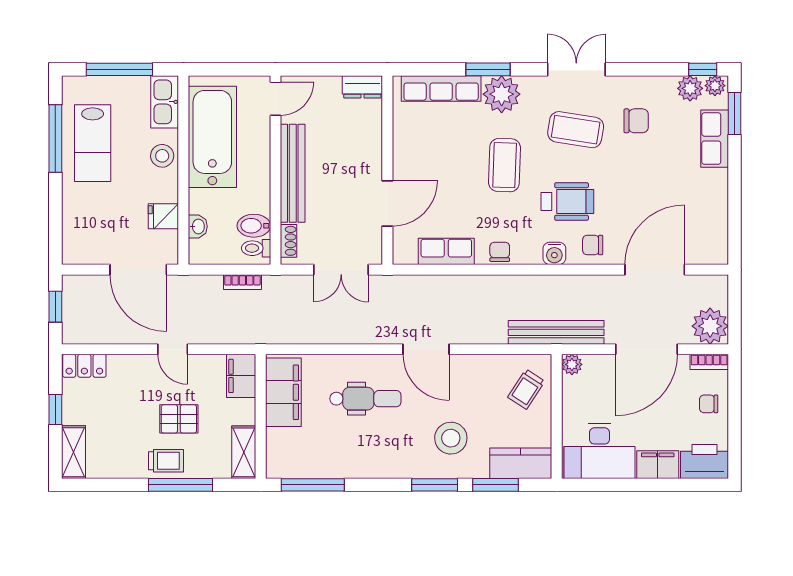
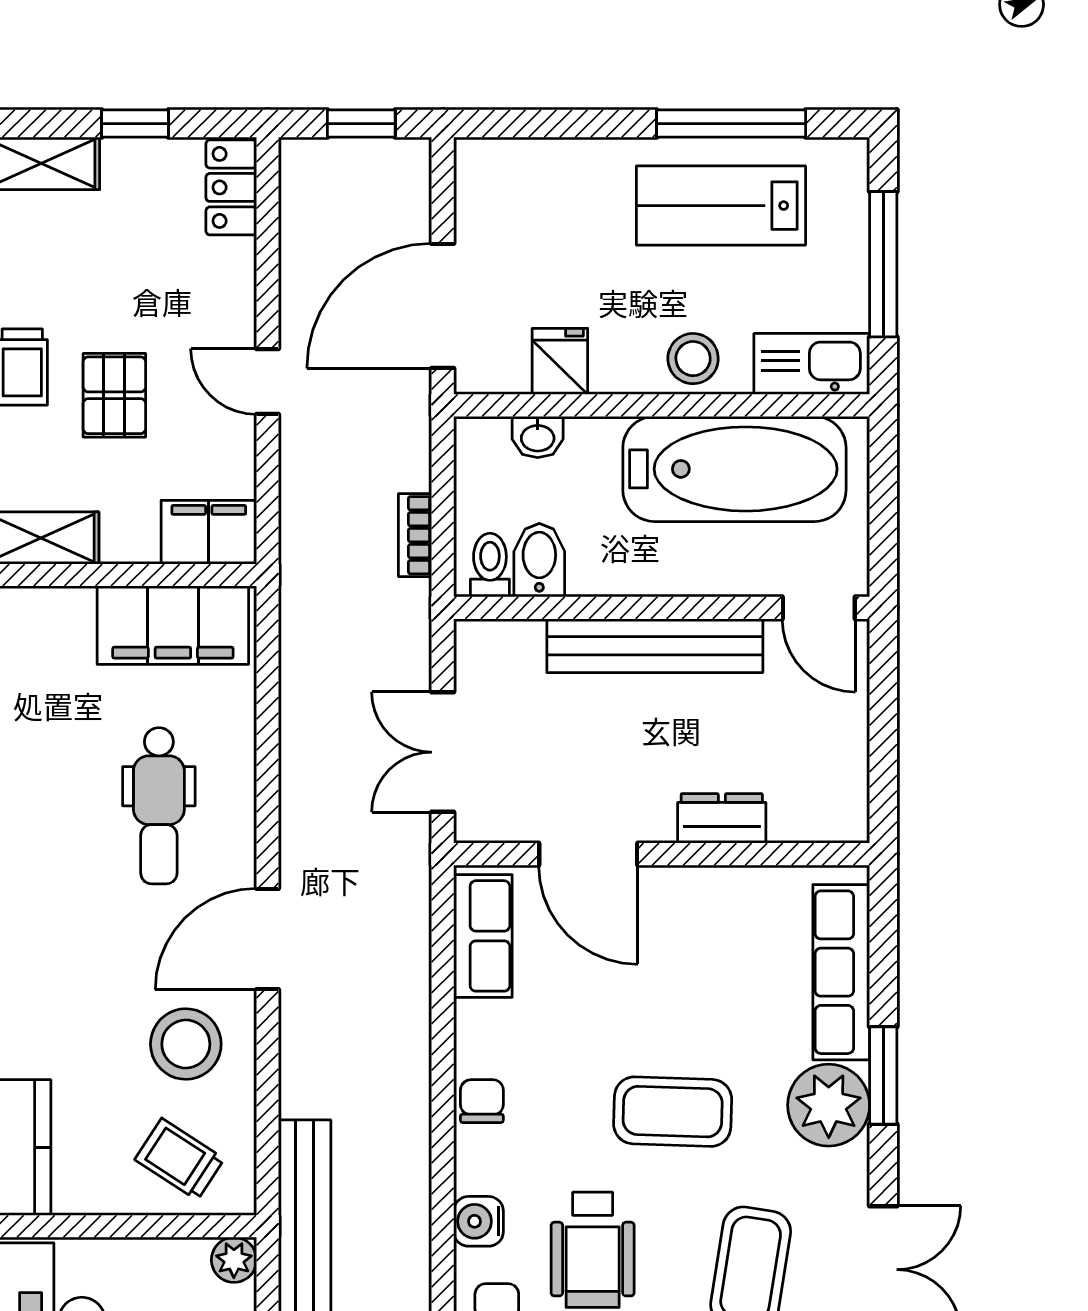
dresser: (362, 87) -> (722, 818), moved, turned 90
shoe rack: (289, 241) -> (506, 637), removed
row of seats: (446, 251) -> (483, 936), moved
chair: (500, 252) -> (482, 1101), turned -90
door: (173, 349) -> (268, 382), hinge flipped
stool: (451, 438) -> (186, 1044), moved

